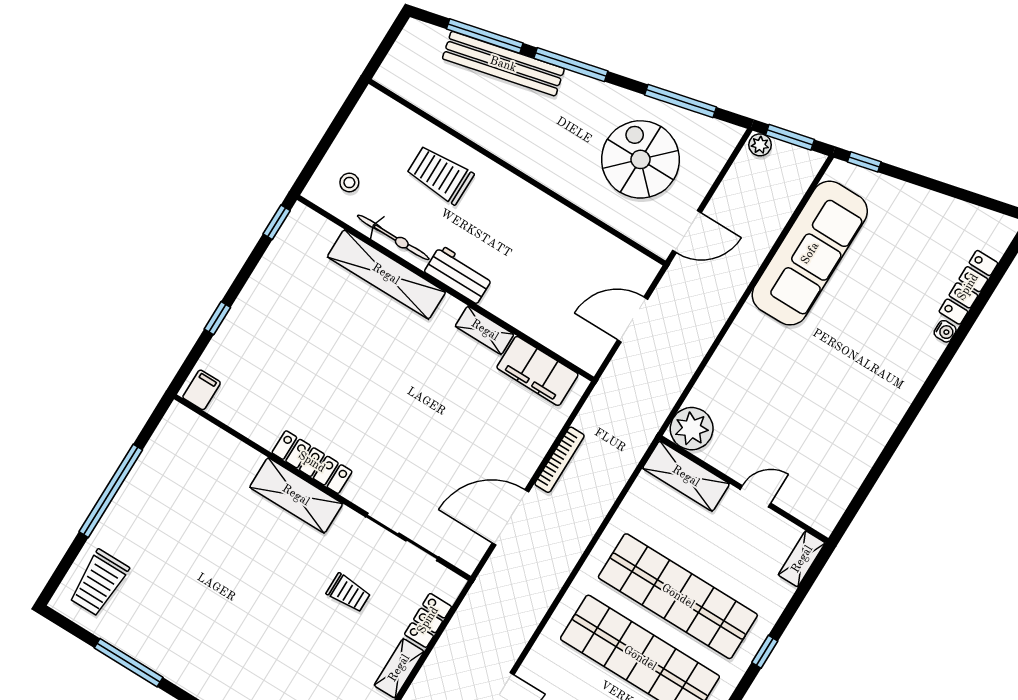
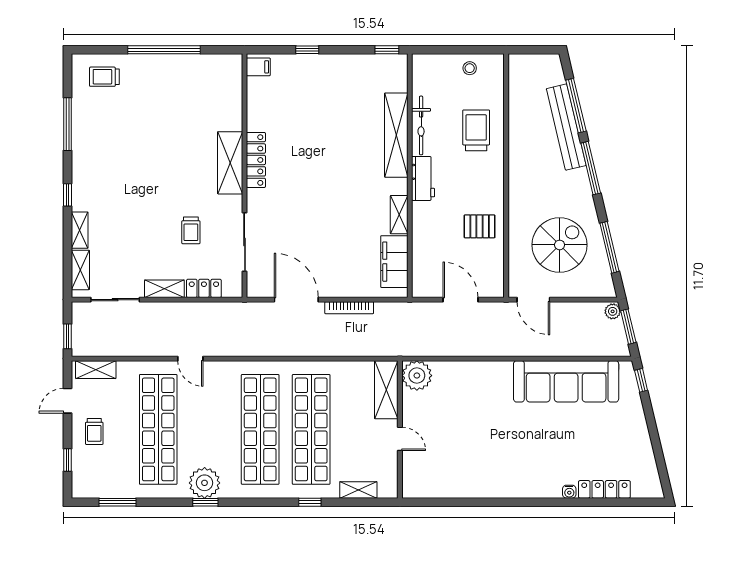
stool: (349, 182) -> (470, 68), moved
pallet: (559, 242) -> (480, 226), added
shelving: (802, 559) -> (358, 490), moved
trolley: (99, 583) -> (104, 77), width x0.73, depth x0.72

